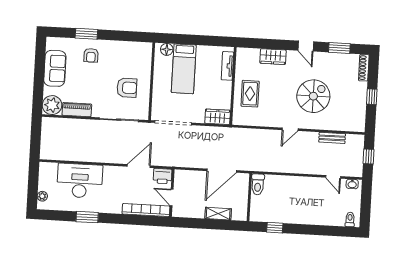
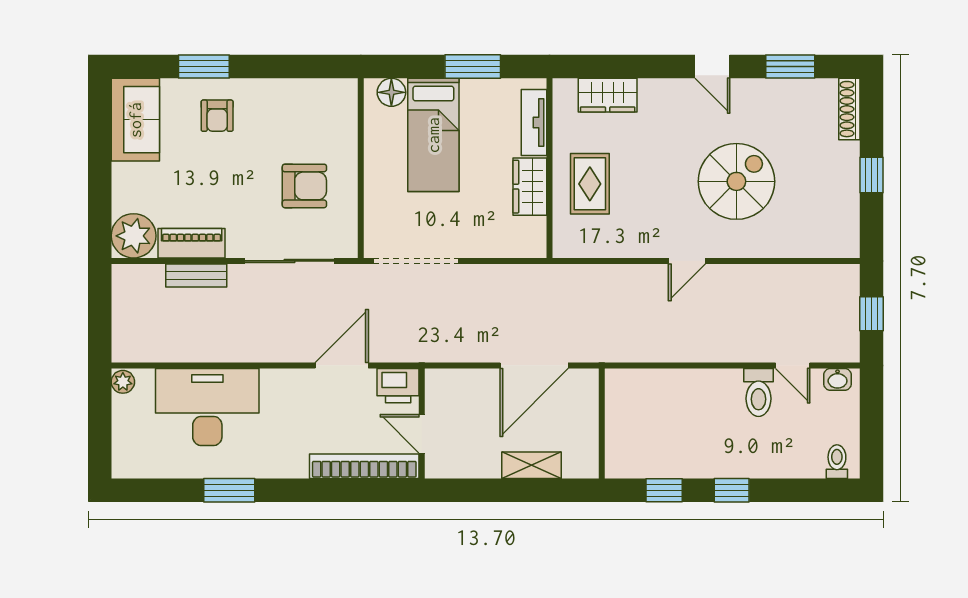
window: (202, 40) -> (473, 67), added
wardrobe: (273, 57) -> (608, 95), moved
sofa: (55, 68) -> (135, 120), moved
wardrobe: (218, 117) -> (530, 187), moved, turned -90
bench: (332, 138) -> (196, 275), moved
toilet: (258, 184) -> (759, 392), moved
plant: (42, 196) -> (123, 382), moved
window: (304, 229) -> (732, 490), added

